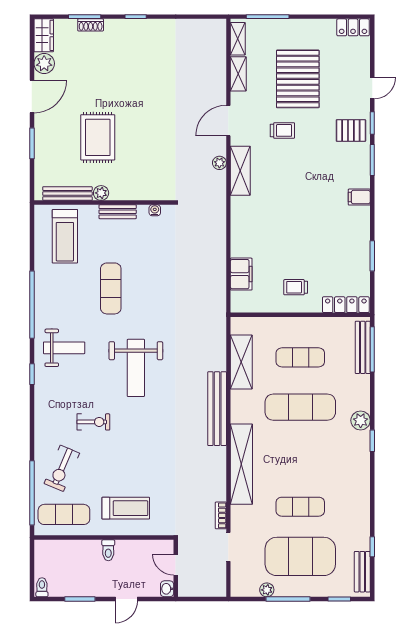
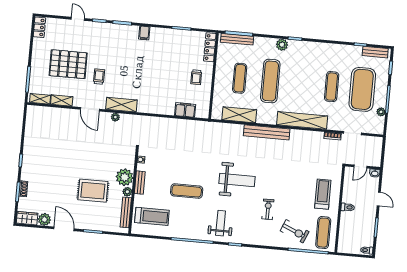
pallet: (351, 130) -> (103, 34), removed
plant: (124, 186) -> (125, 177), added

